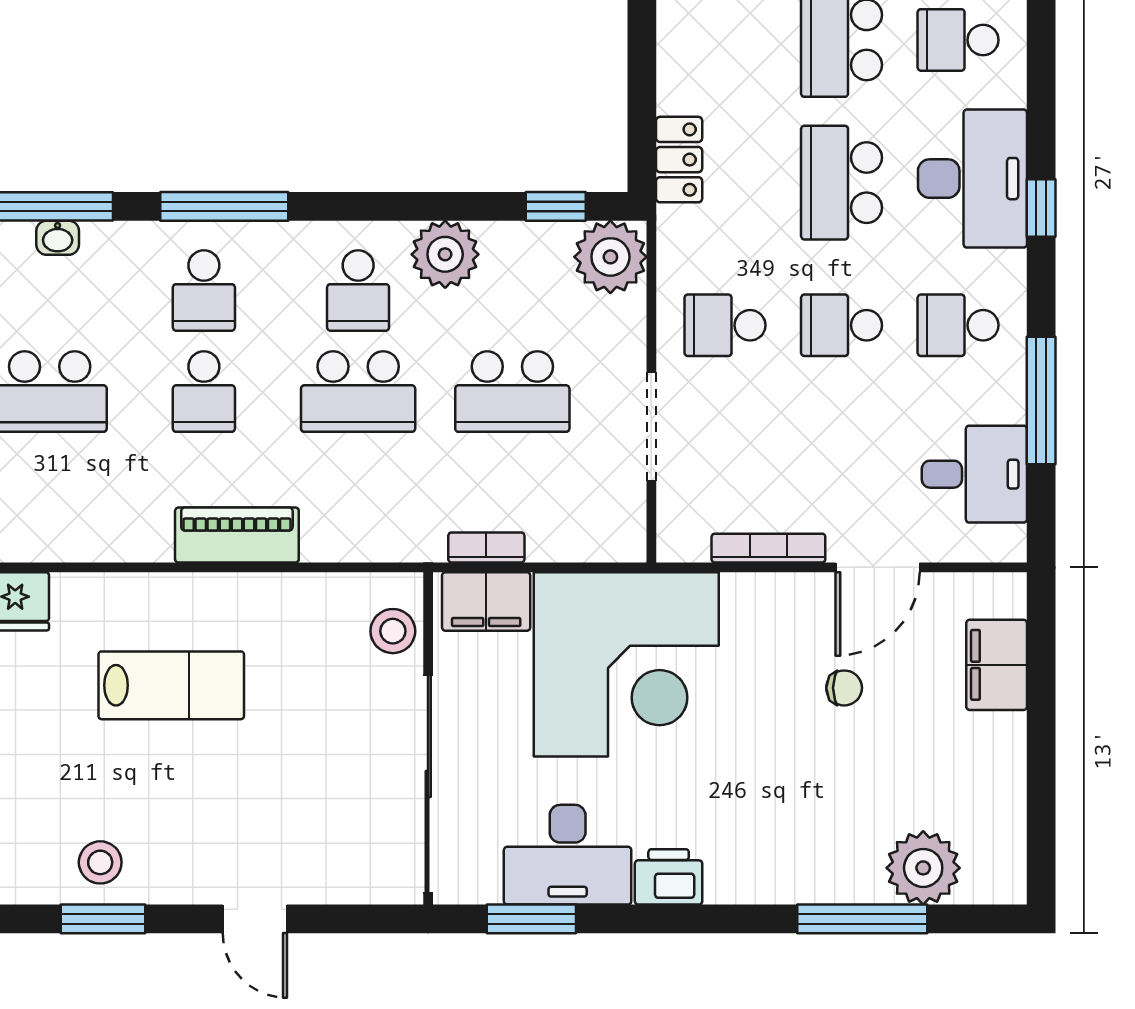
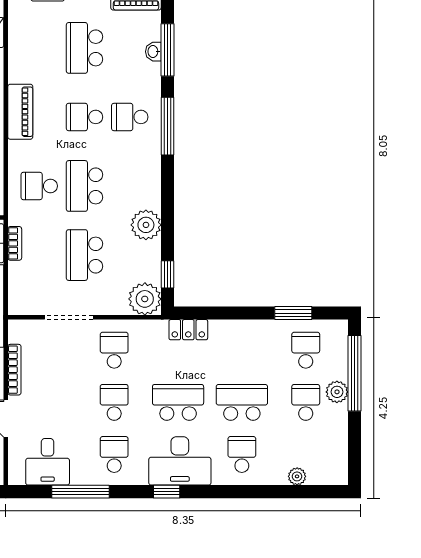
school desk: (358, 290) -> (39, 186), moved
piano: (237, 535) -> (20, 112), moved

